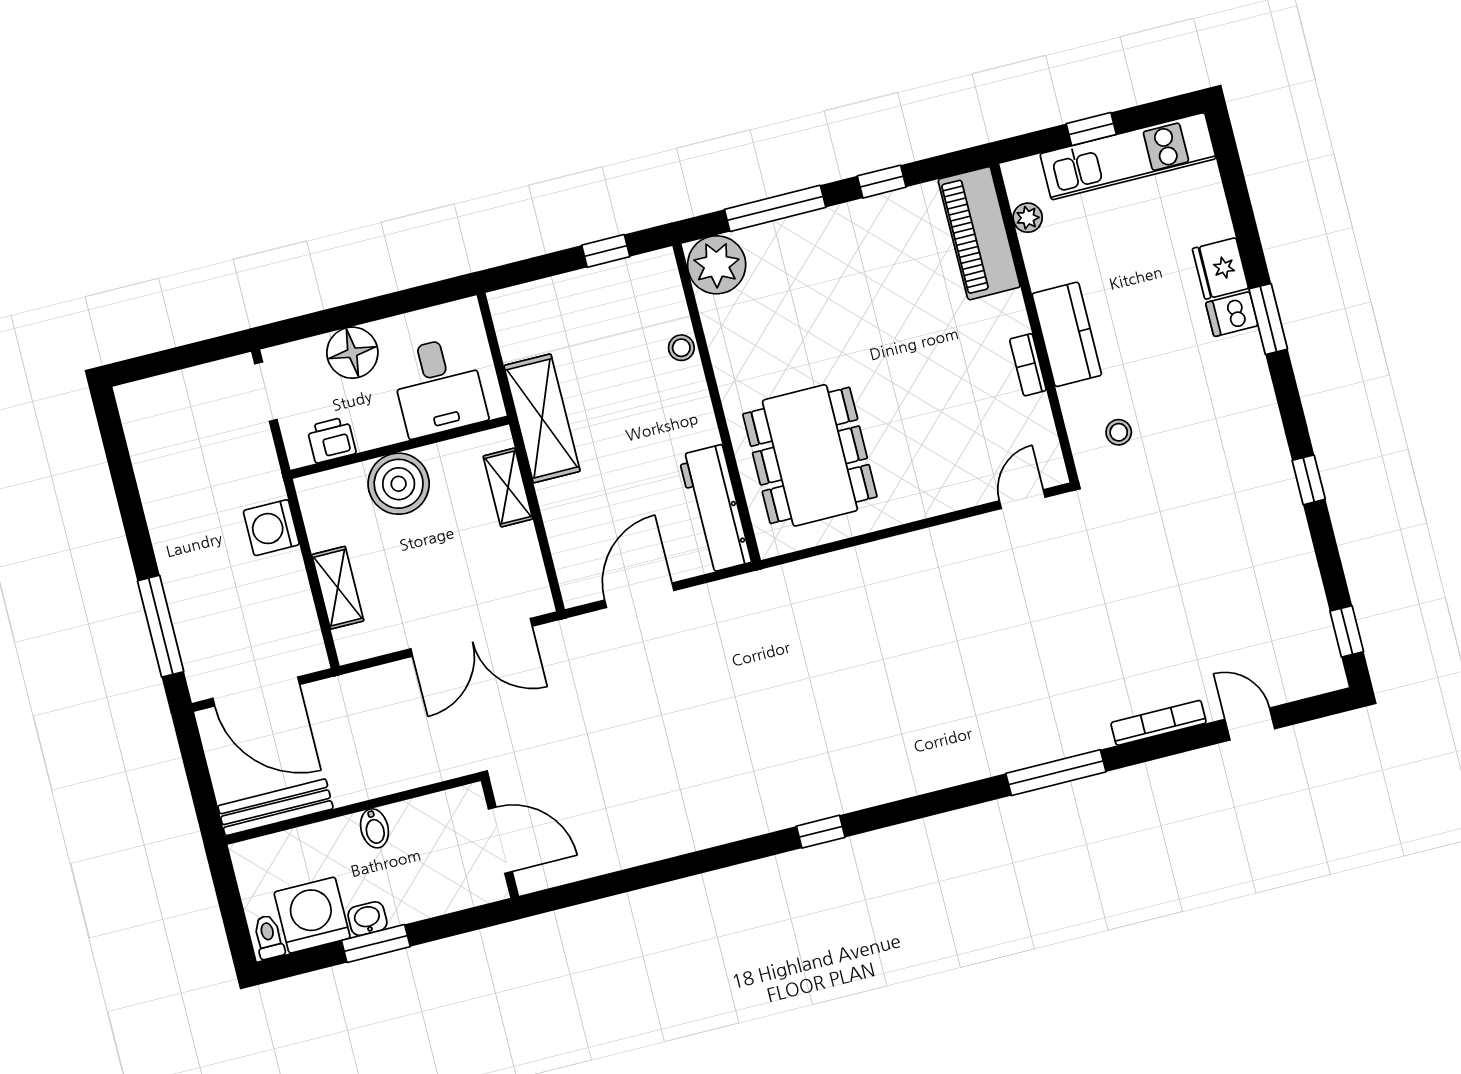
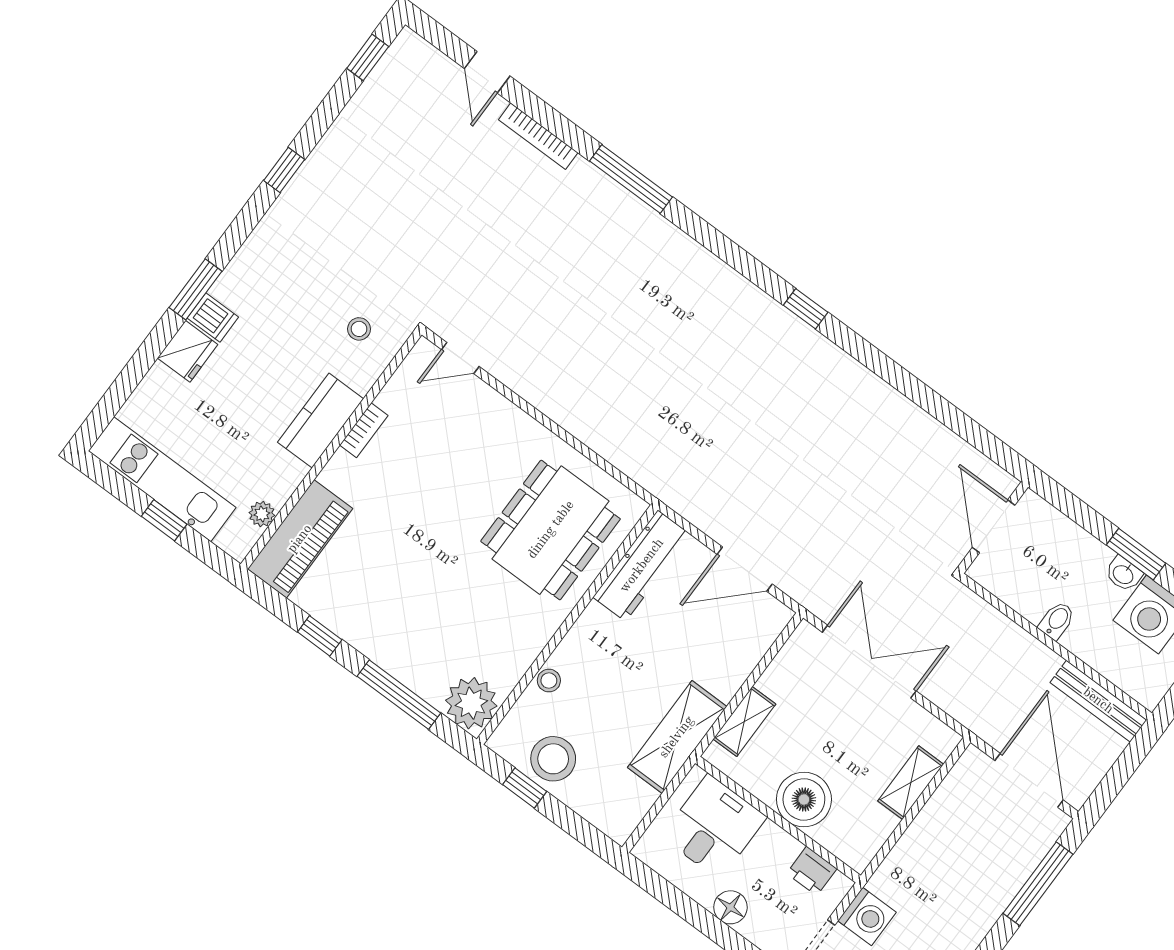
stool: (611, 296) -> (553, 759), added
floor lamp: (352, 353) -> (730, 907), width x0.73, depth x0.73
washing machine: (271, 528) -> (867, 916), moved

